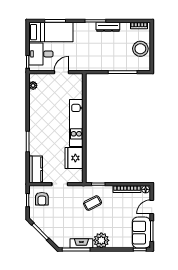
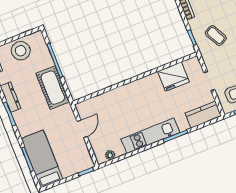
desk: (41, 54) -> (71, 160), removed
cot: (102, 62) -> (53, 88), added
door: (62, 72) -> (82, 129), swing flipped
kitchen unit: (76, 123) -> (150, 136), moved, turned 180

